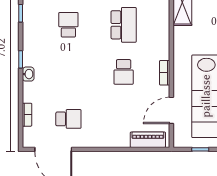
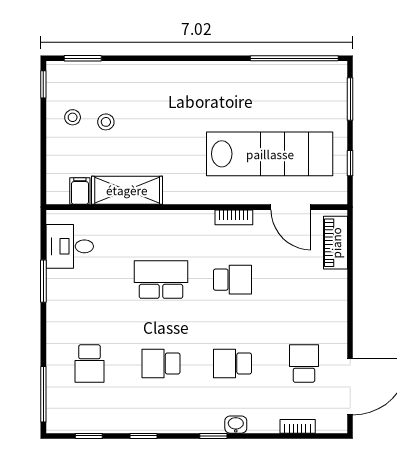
school desk: (68, 72) -> (232, 363), added

